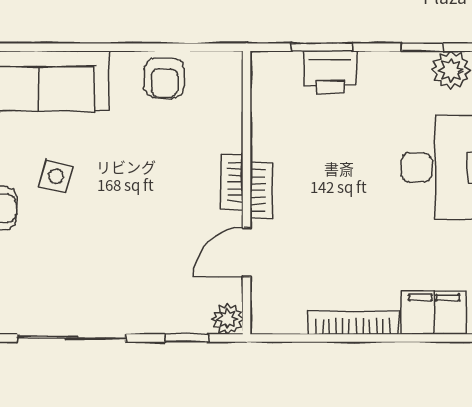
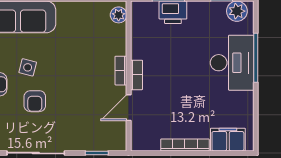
armchair: (164, 78) -> (35, 101), moved
plant: (228, 319) -> (119, 15), moved

